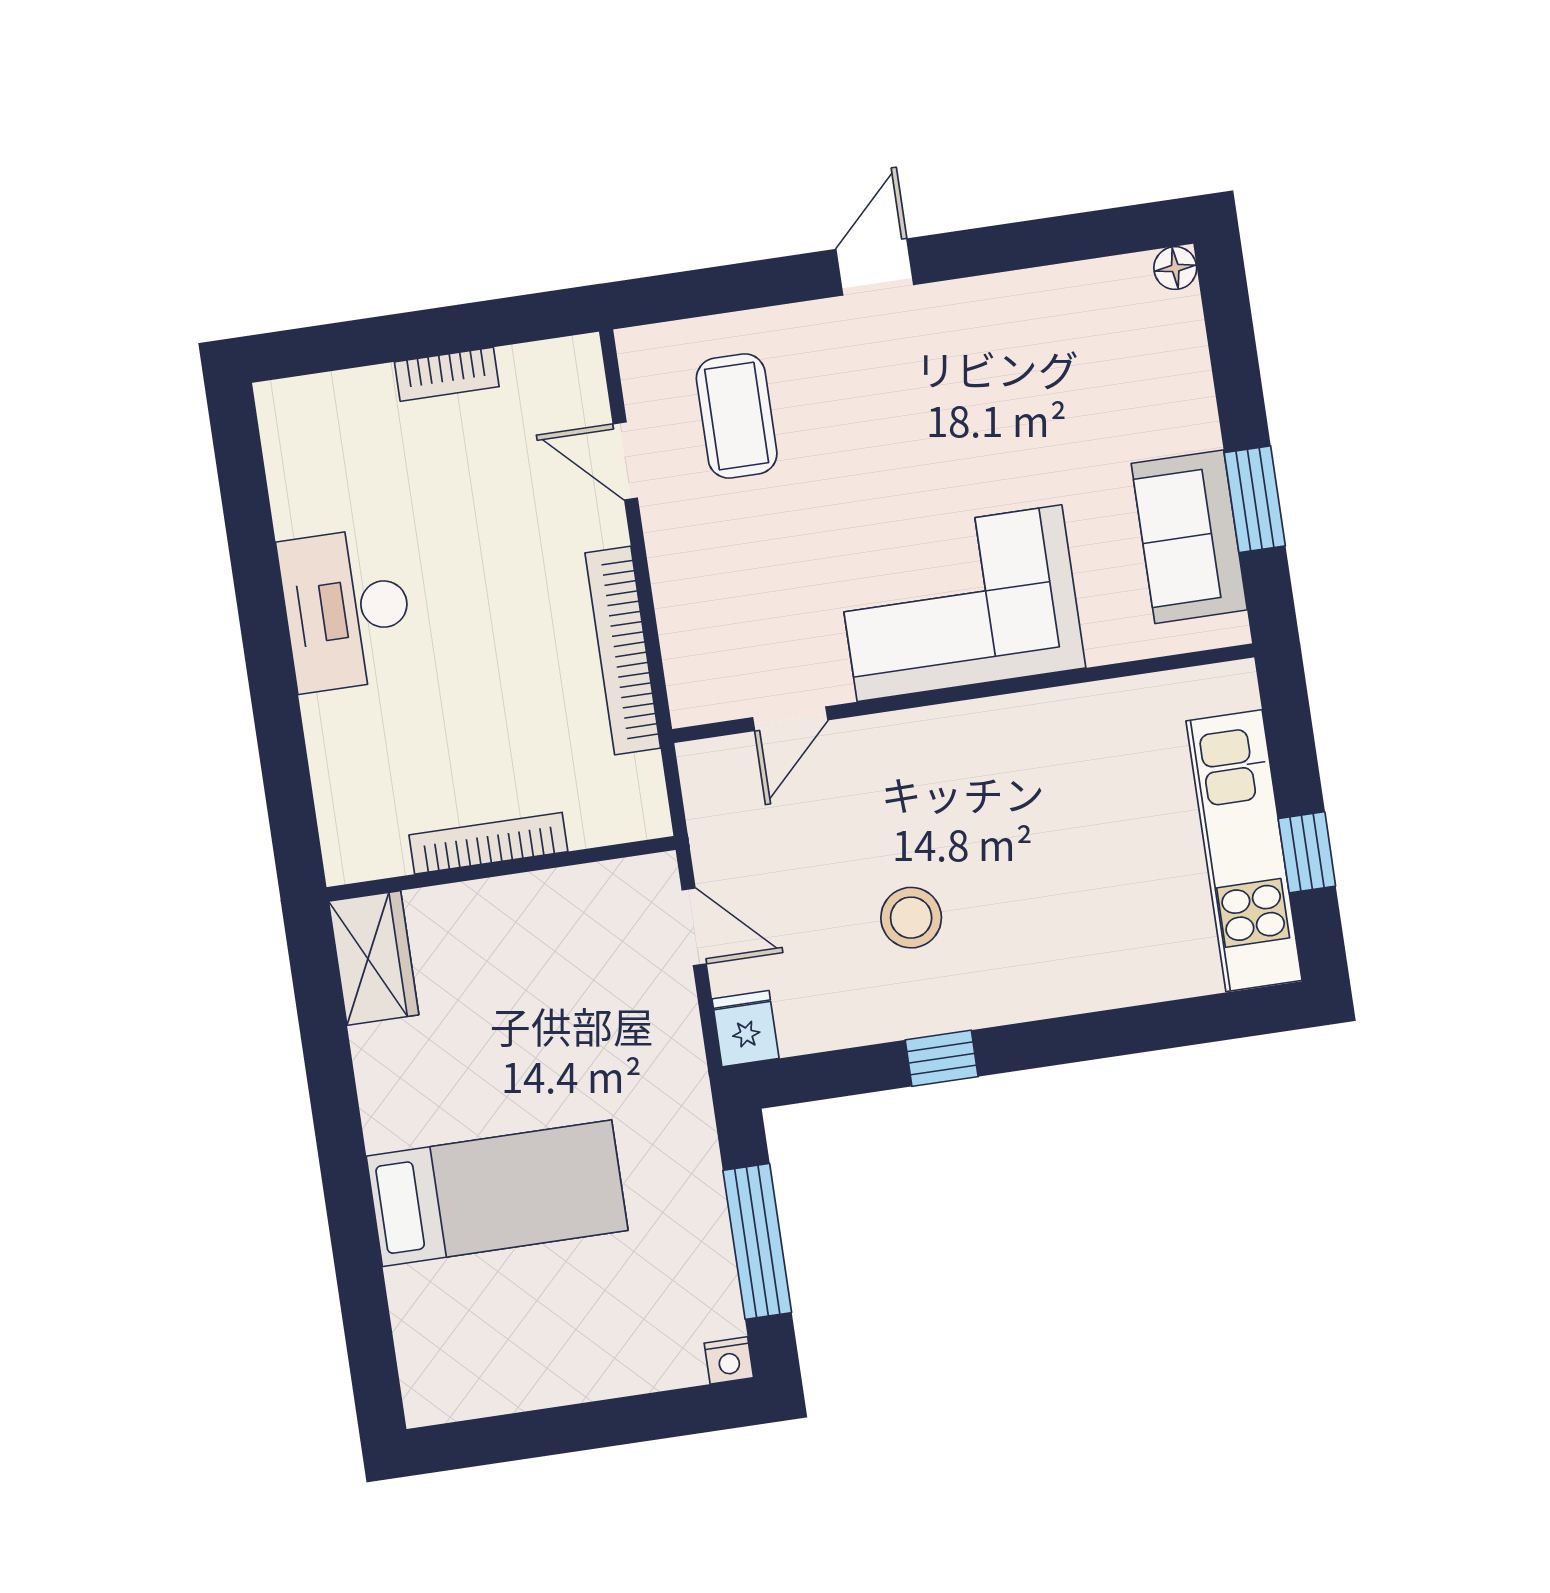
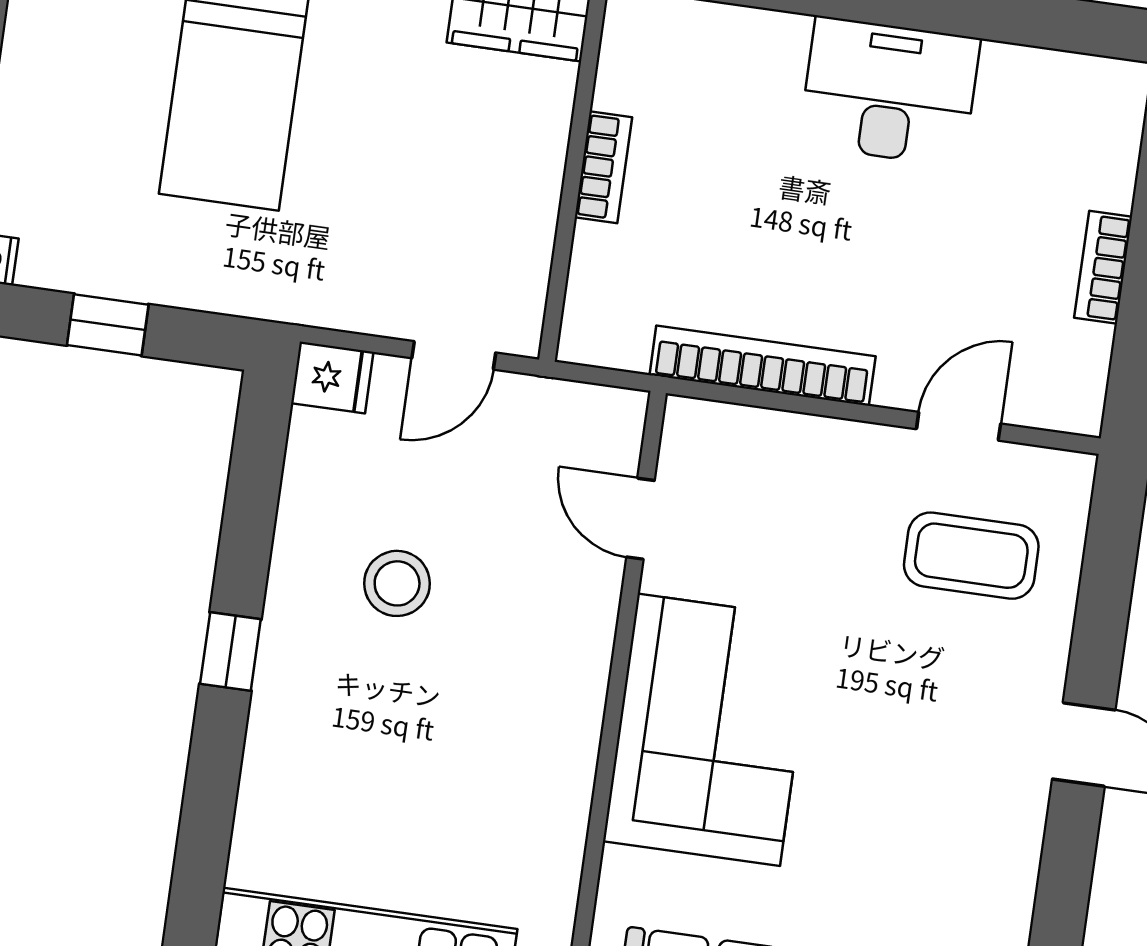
bookcase: (488, 843) -> (603, 167), width x0.64
window: (942, 1058) -> (230, 652), moved
window: (757, 1241) -> (108, 325), width x0.46

